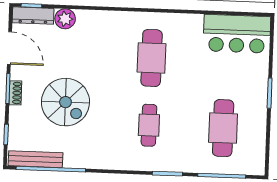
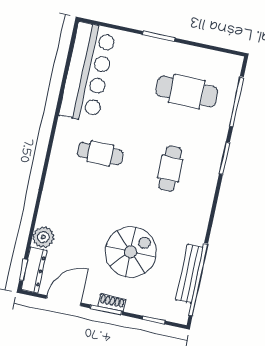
bar counter: (237, 34) -> (88, 72), width x1.36
cafe table: (152, 58) -> (100, 154), width x0.73, depth x0.74
cafe table: (149, 125) -> (170, 169), turned 90
bench: (35, 159) -> (189, 274), moved

